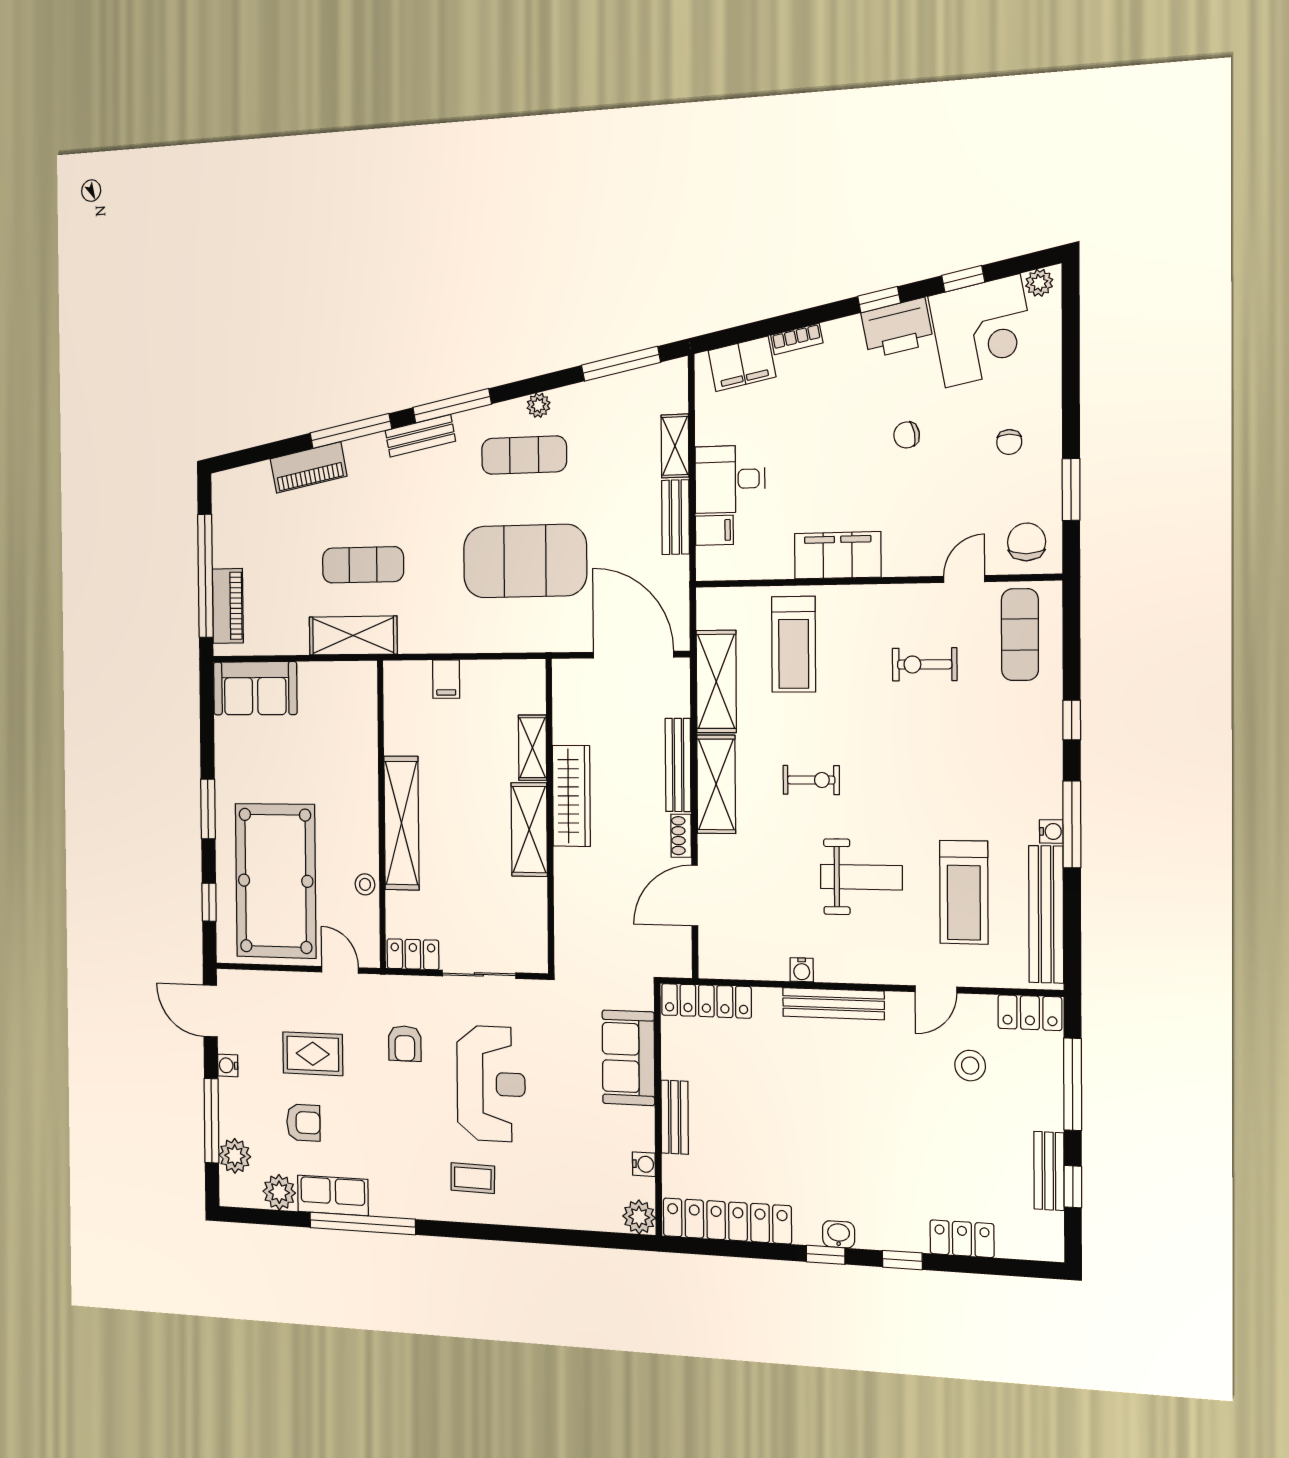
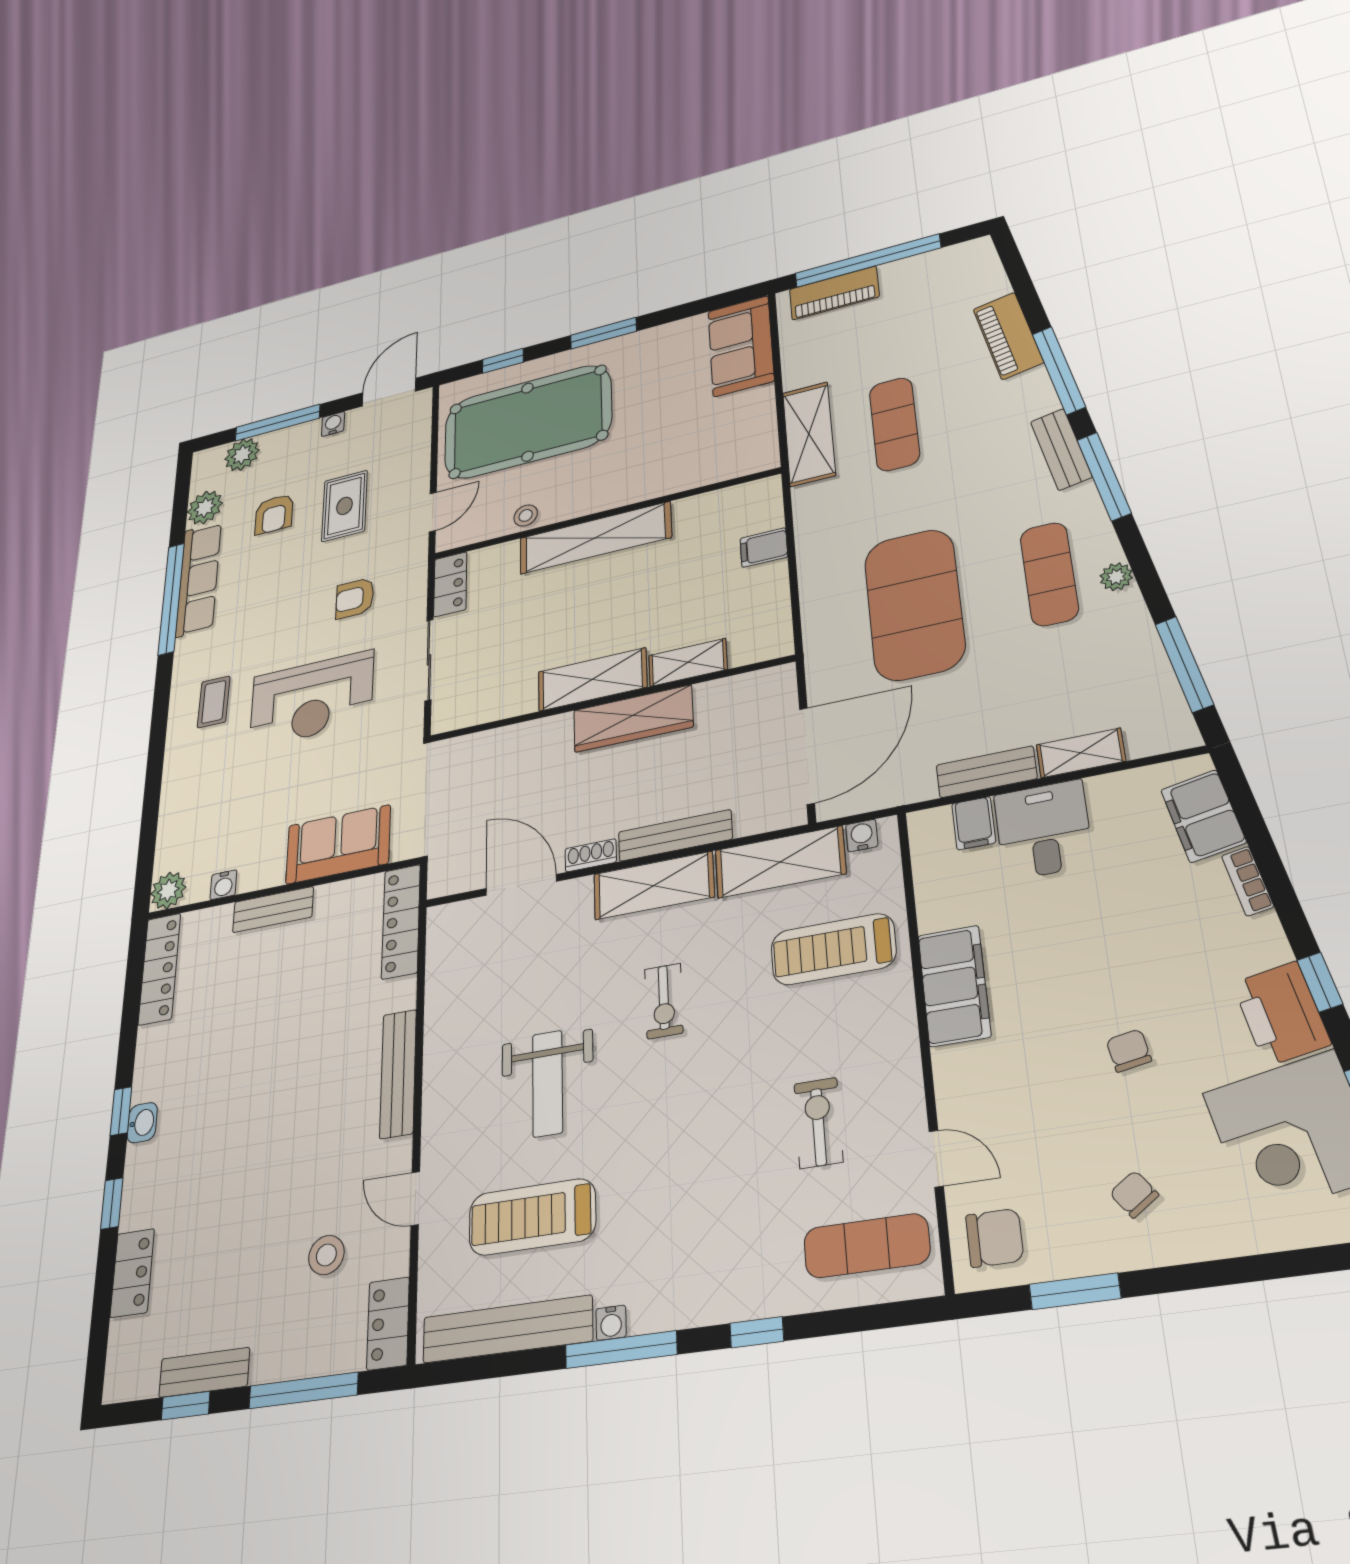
chair: (1009, 442) -> (1134, 1194), turned 55
water cooler: (802, 970) -> (862, 836), moved, turned 90
row of seats: (333, 1195) -> (198, 579), width x1.48
locker: (727, 1221) -> (159, 969), width x0.71, depth x0.83

